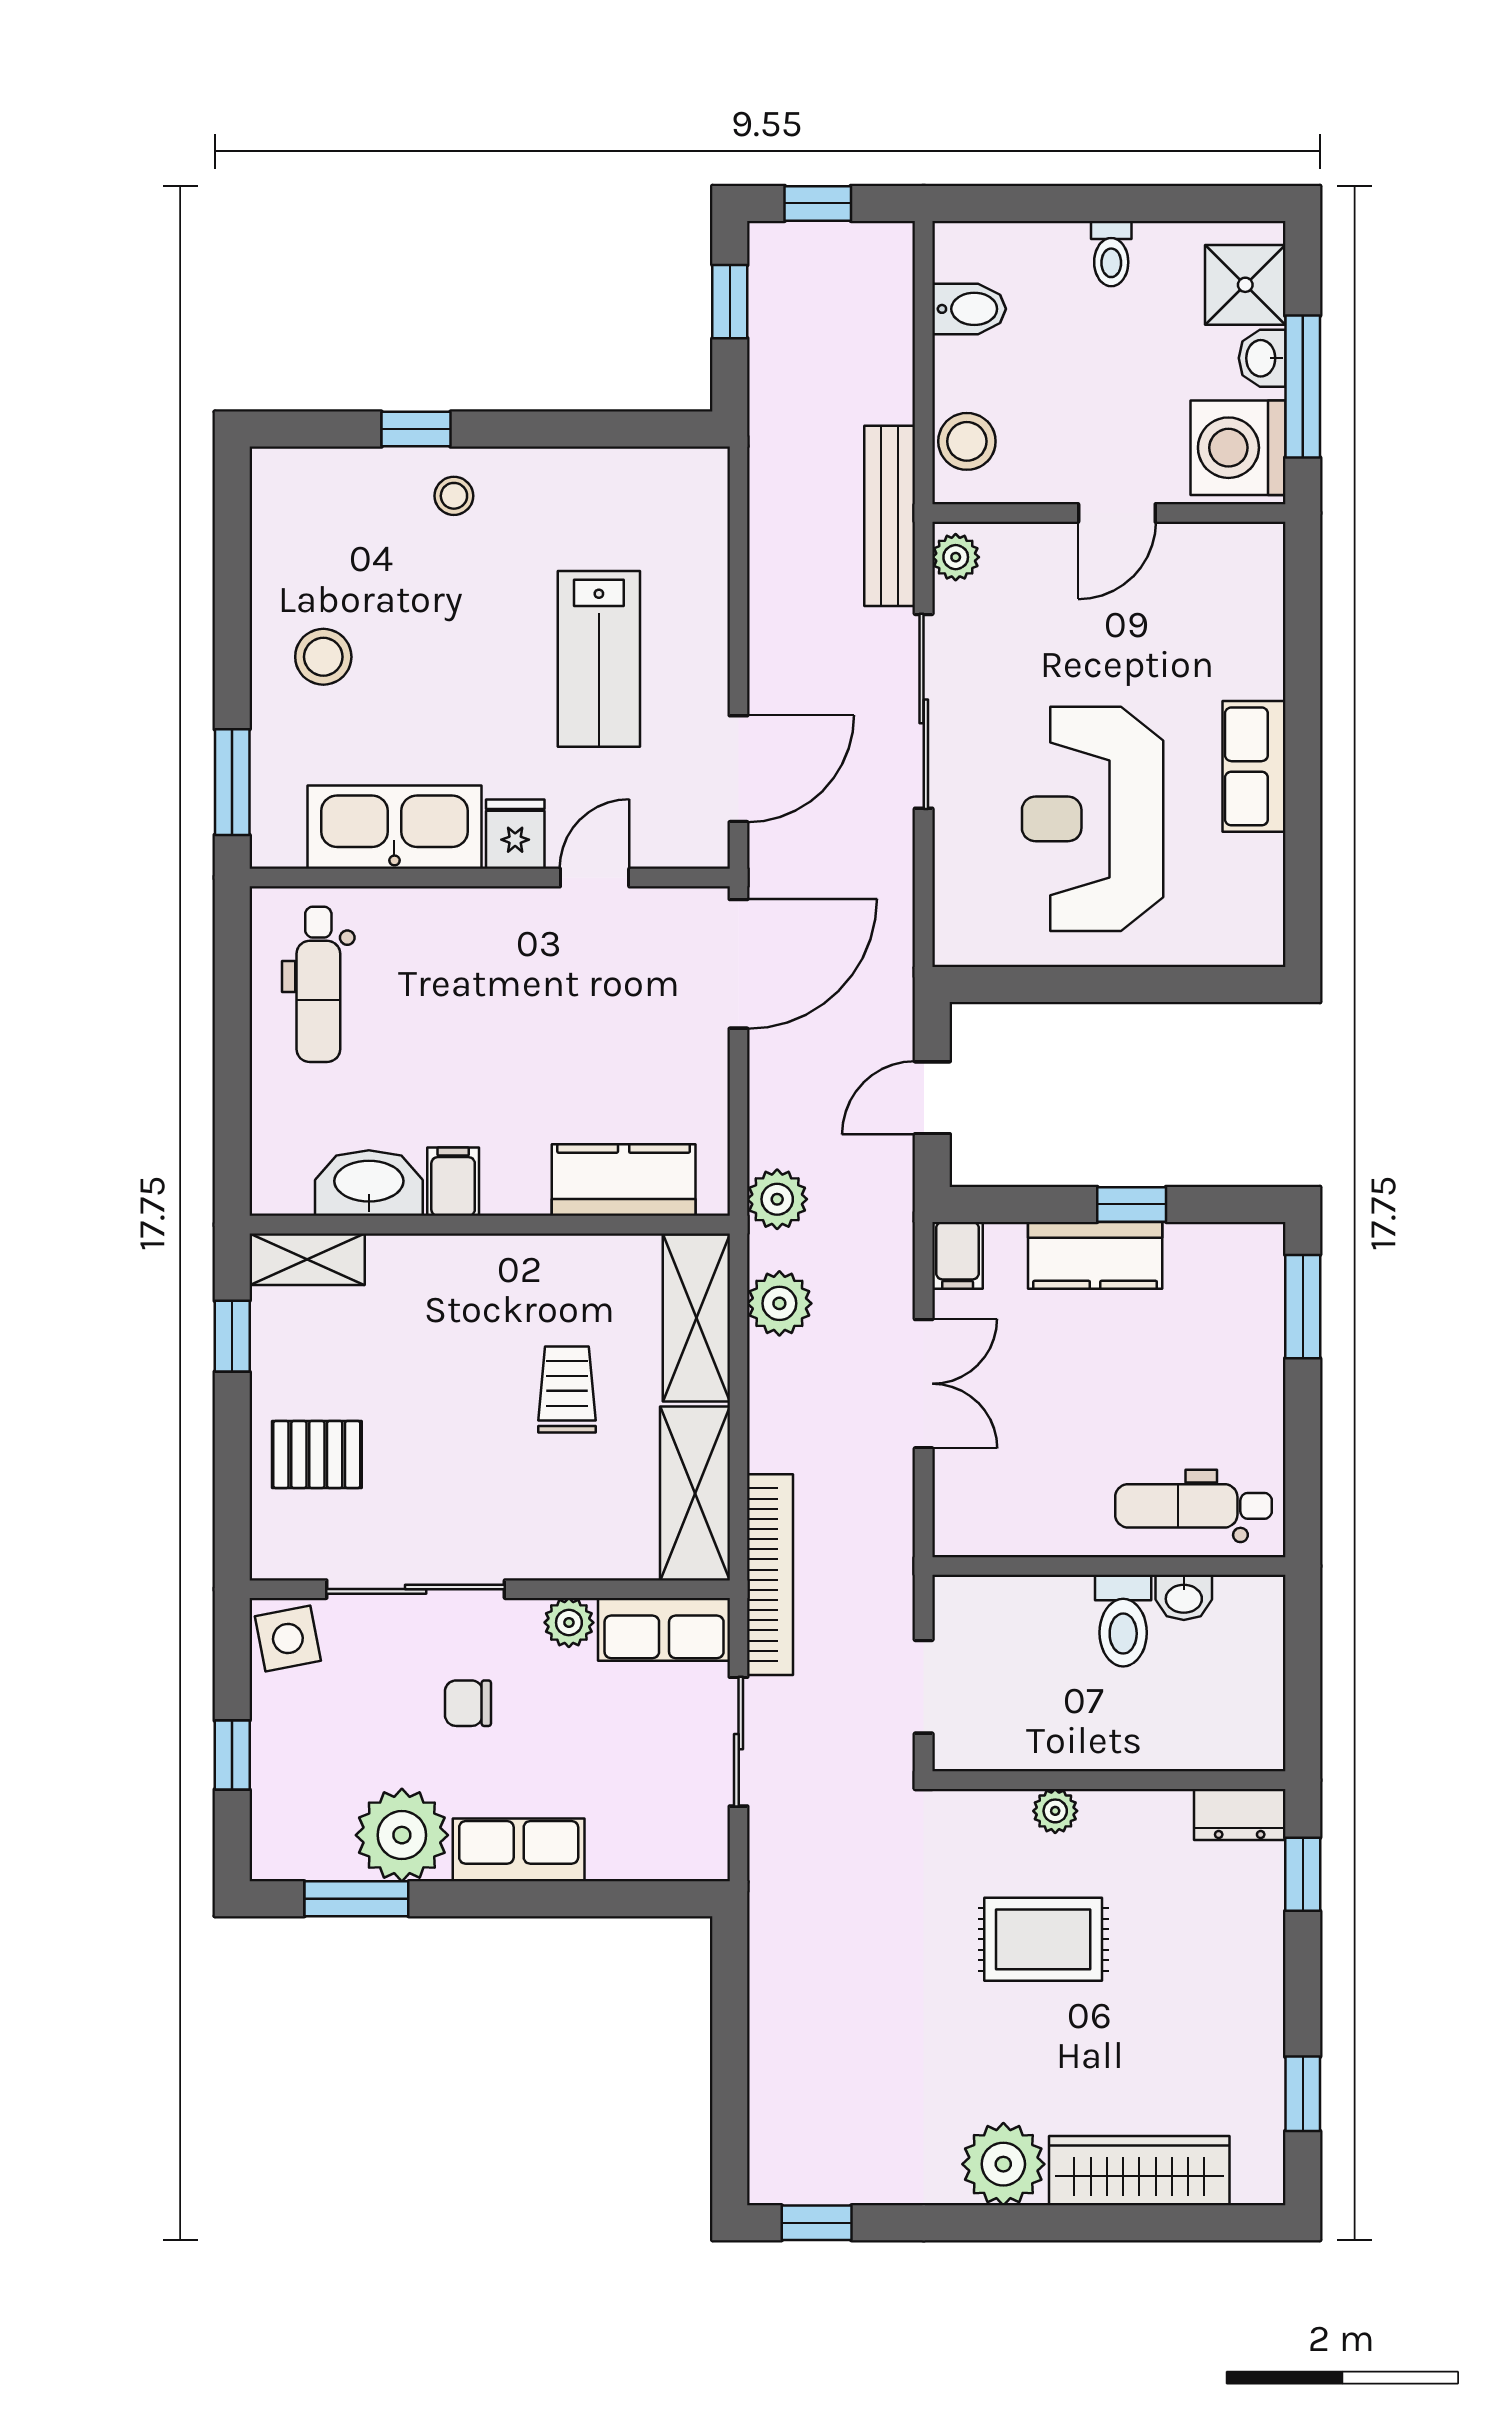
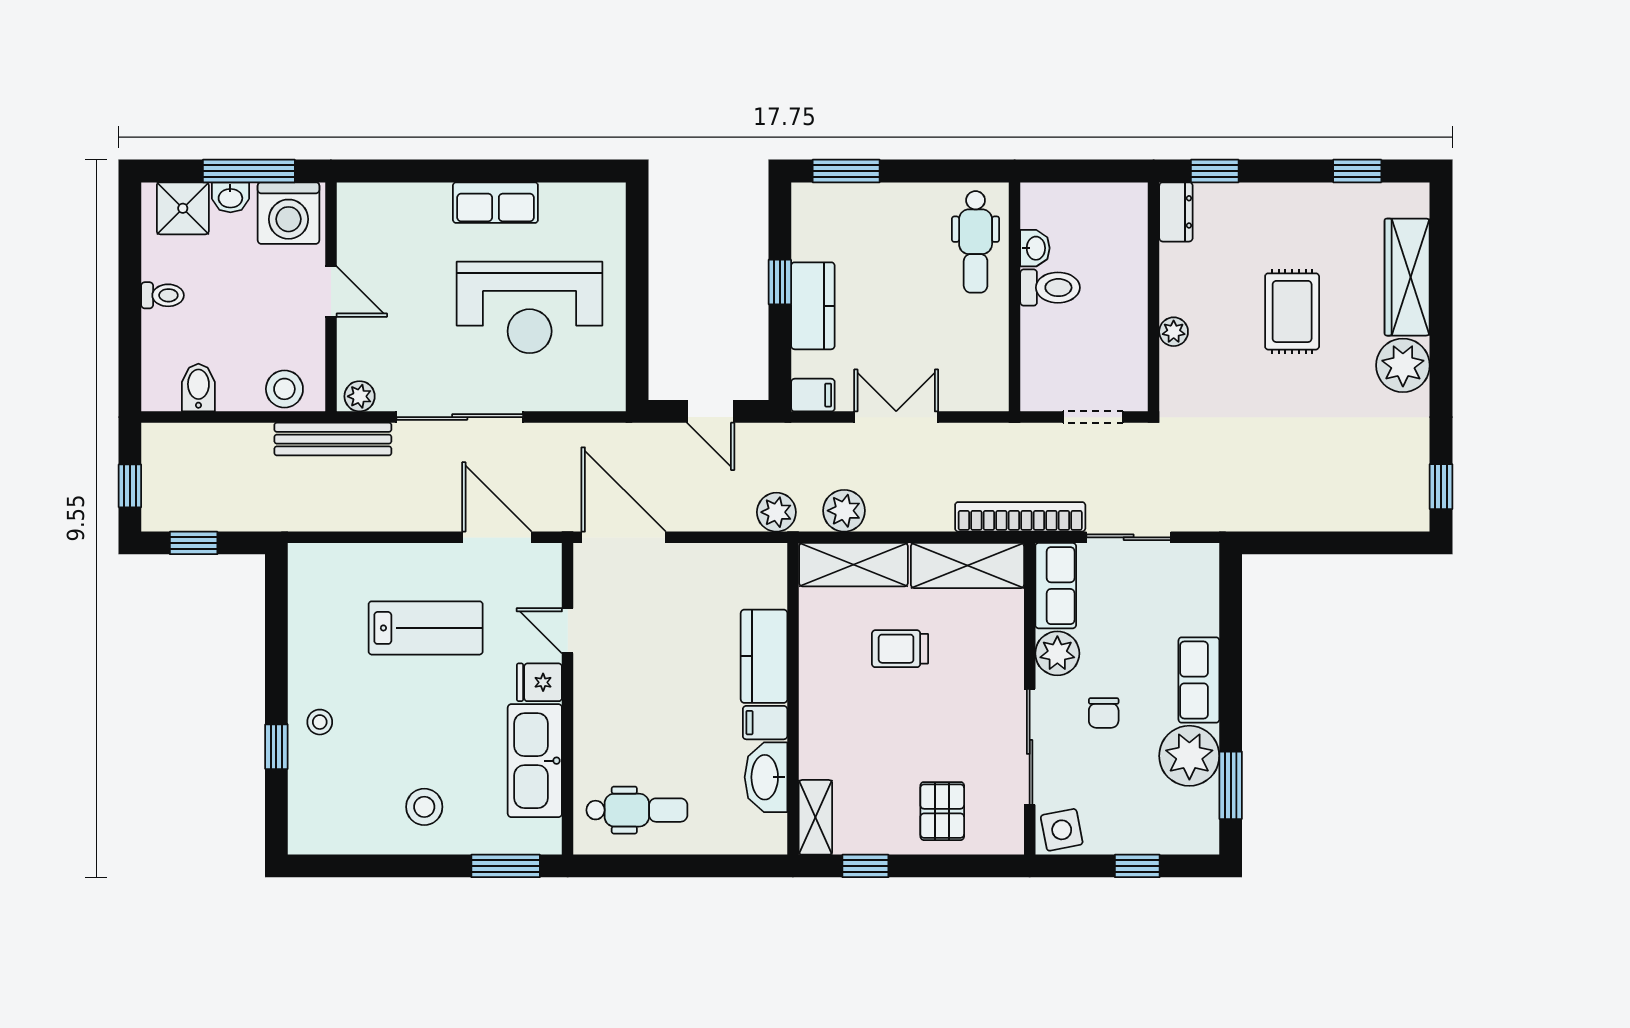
kitchen counter: (624, 1180) -> (764, 656), moved
plant: (569, 1623) -> (1057, 653), width x1.38, depth x1.38
rug: (1043, 1939) -> (1292, 311), moved

